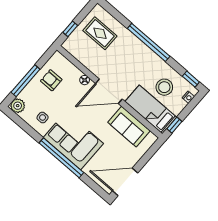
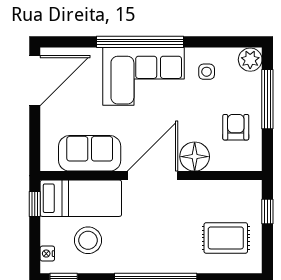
armchair: (51, 80) -> (236, 127), turned -90
floor lamp: (85, 80) -> (195, 157), width x1.89, depth x1.89

